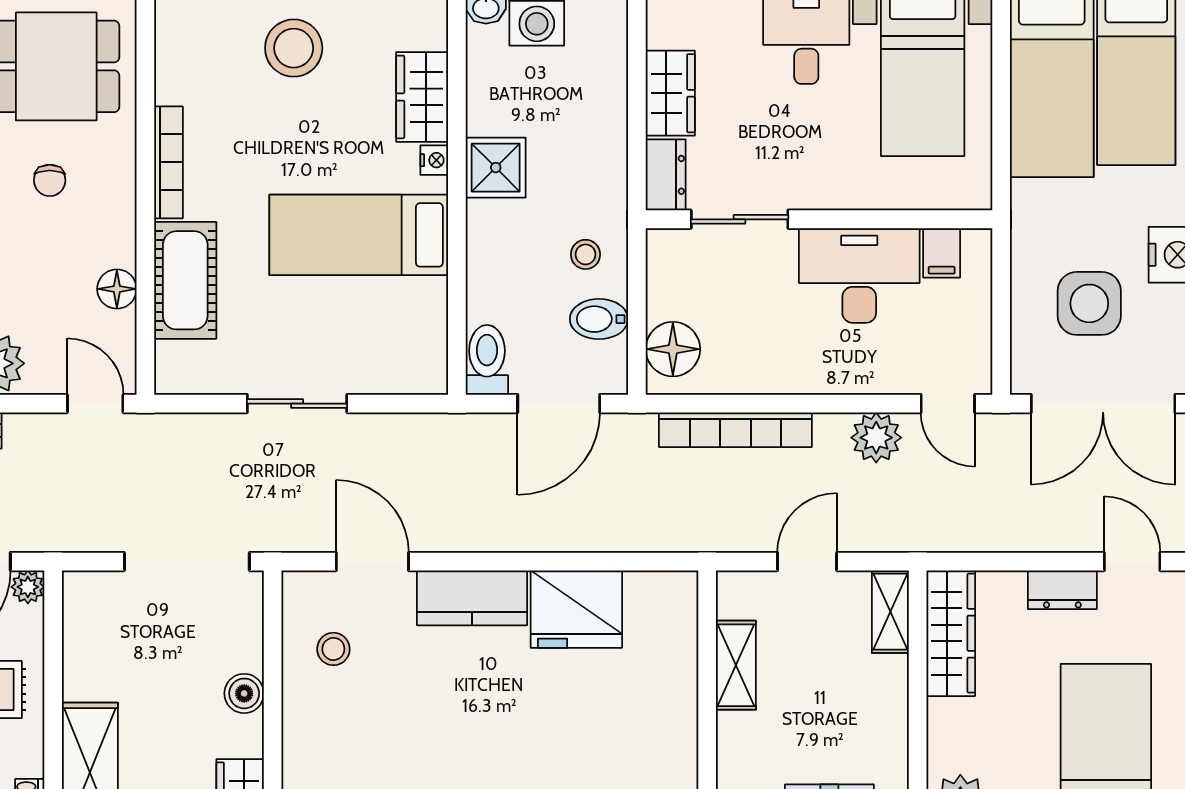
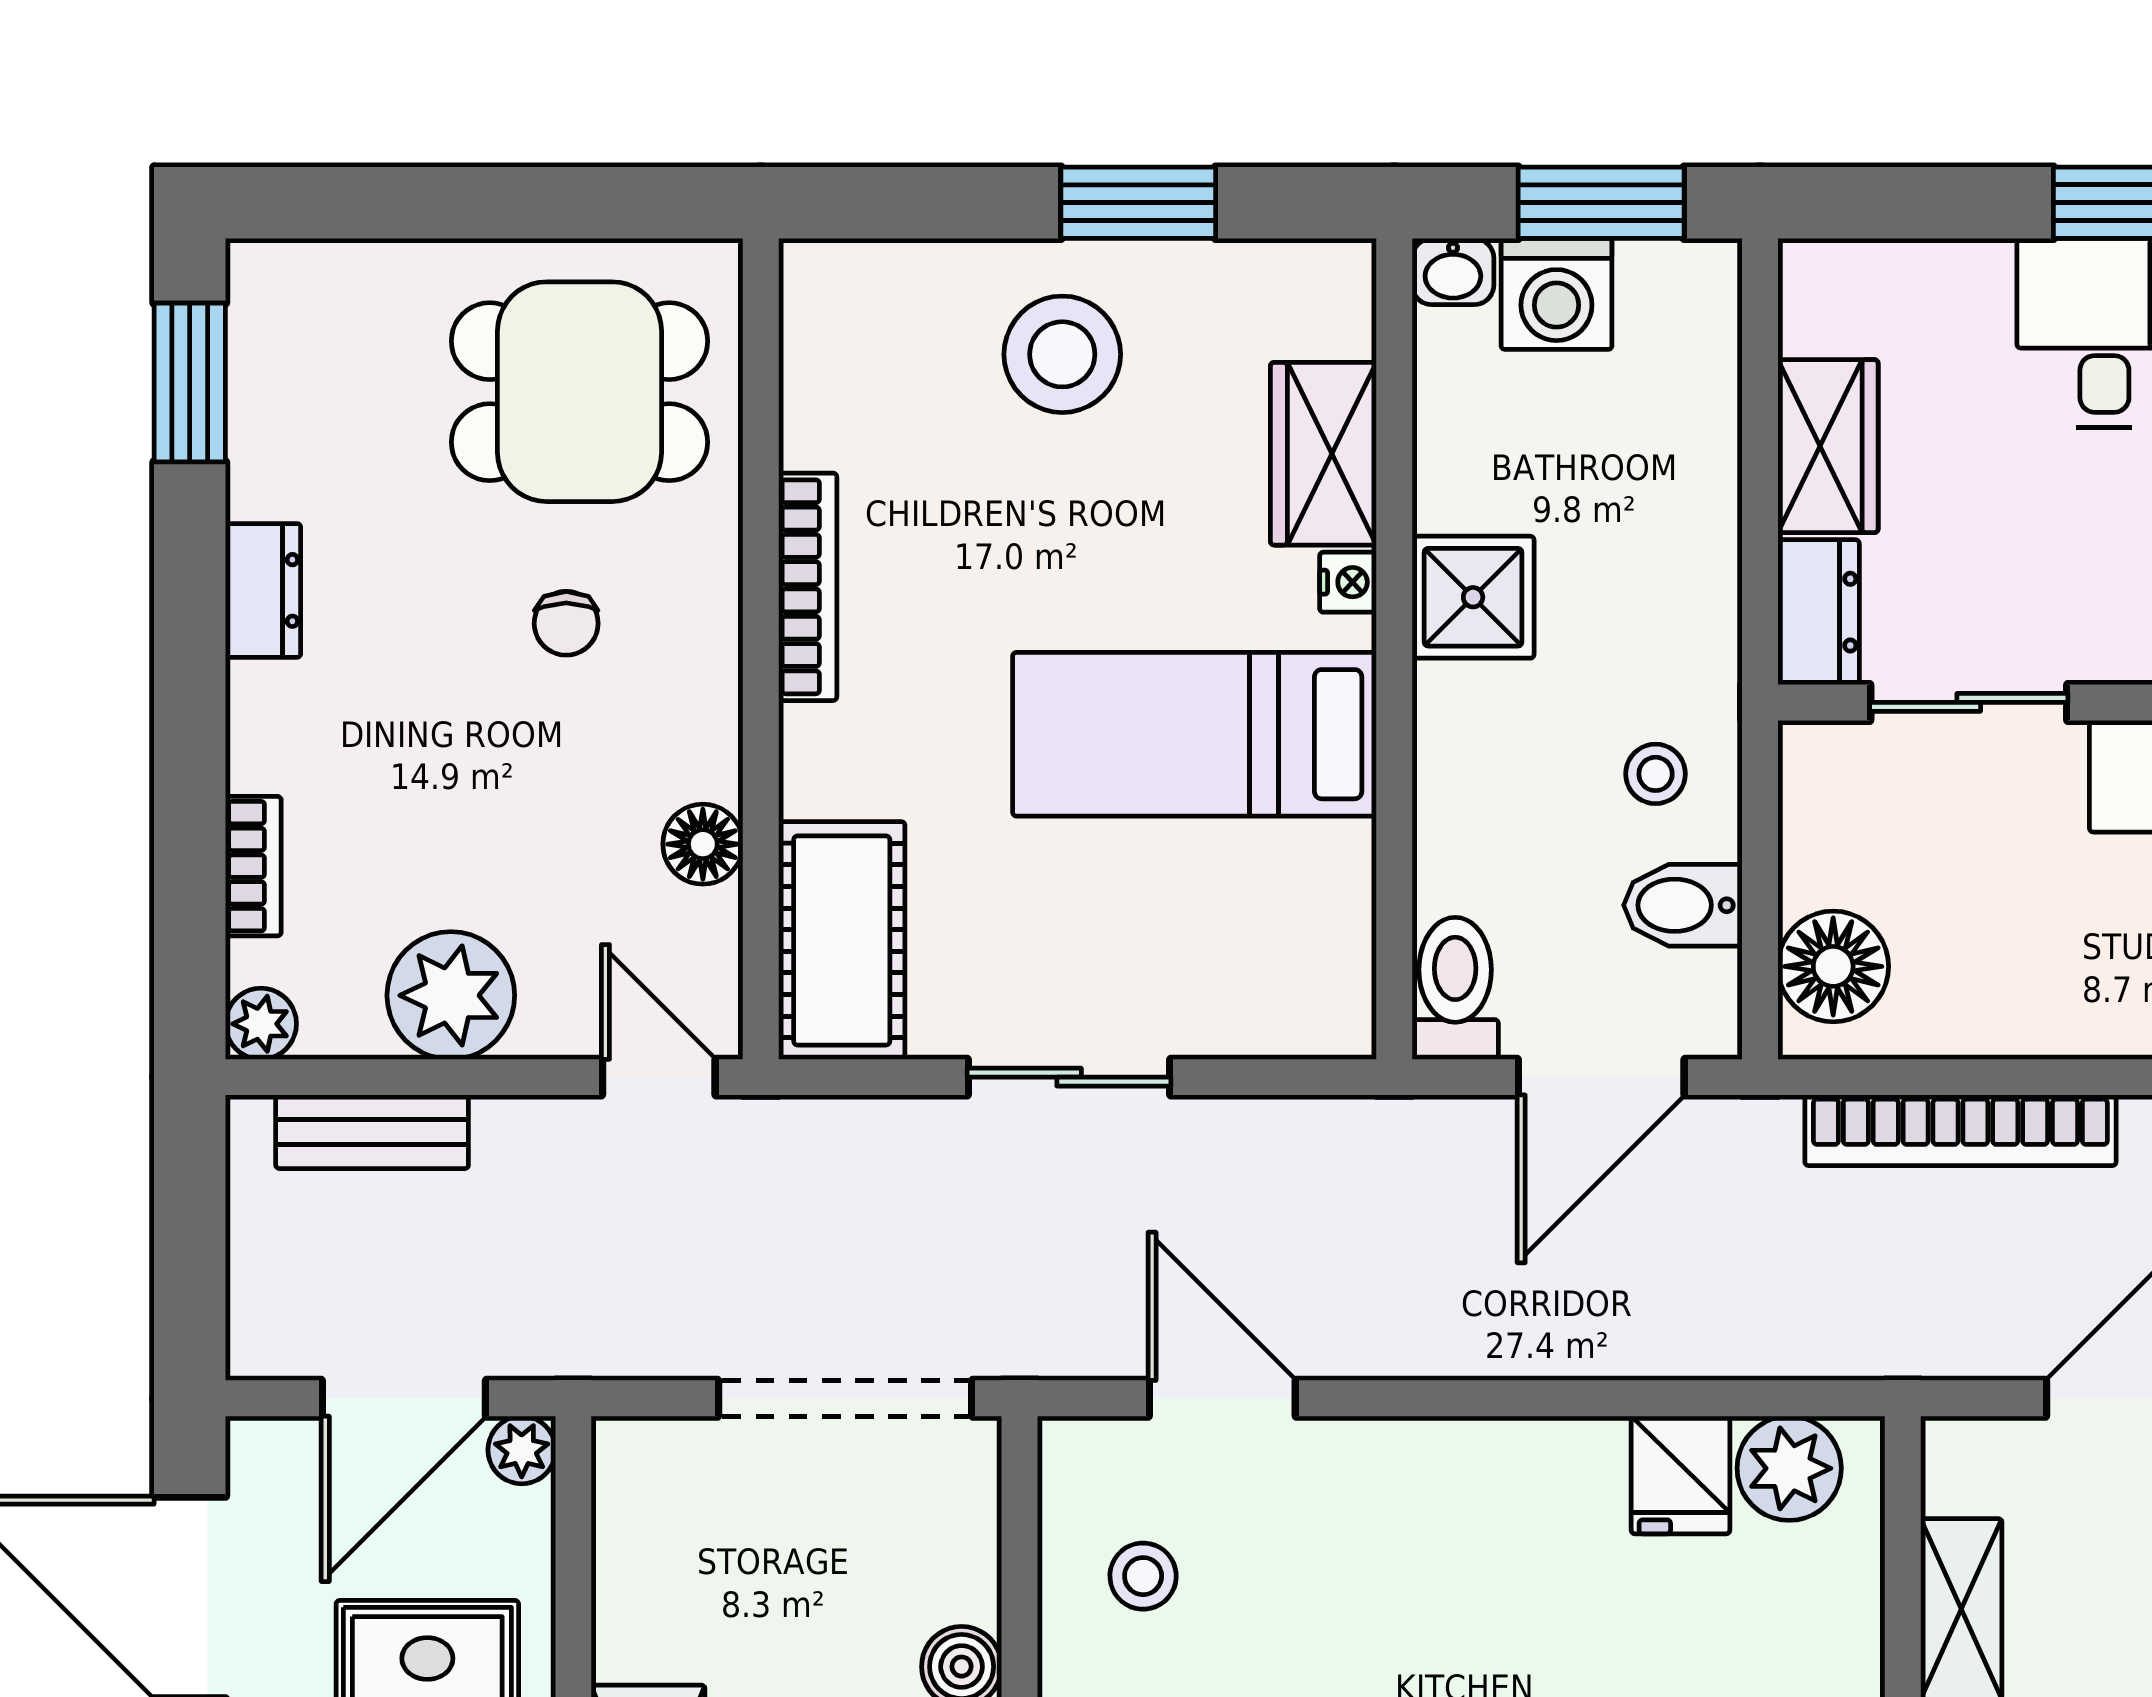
cot: (185, 280) -> (842, 940), moved
plant: (651, 596) -> (1789, 1468), added
kitchen counter: (472, 598) -> (1425, 1472), removed
fridge: (576, 609) -> (1681, 1475), width x0.53, depth x0.75

